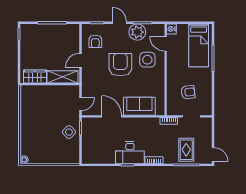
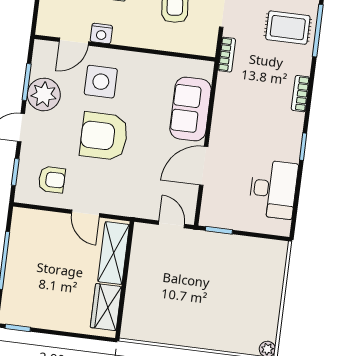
nightstand: (171, 29) -> (101, 34), moved
side table: (69, 132) -> (224, 254), removed
desk: (130, 153) -> (273, 189), moved

